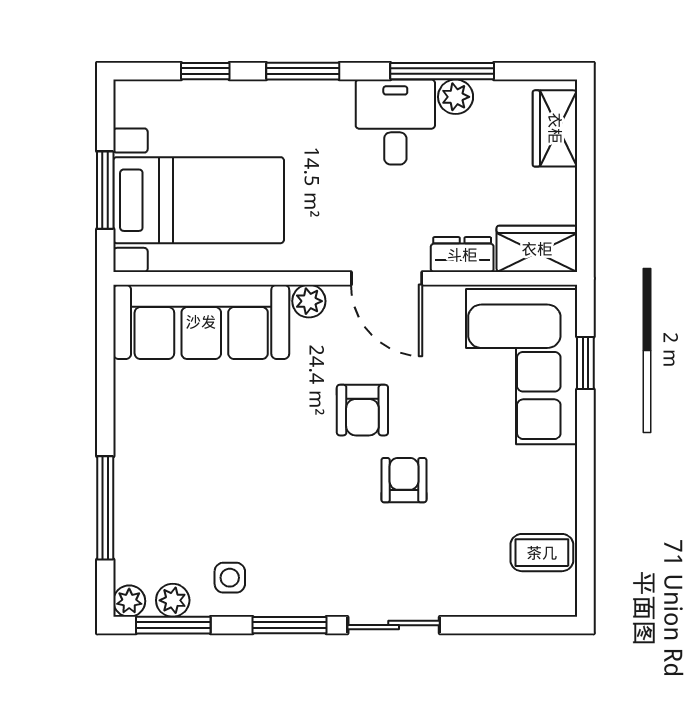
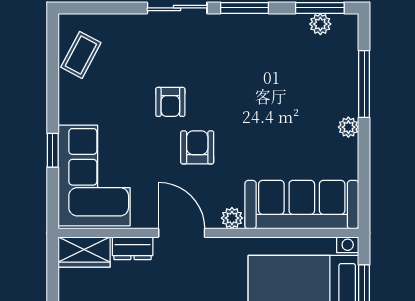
window: (585, 363) -> (53, 150), moved
coffee table: (542, 553) -> (81, 55), turned -62
side table: (230, 578) -> (283, 39), removed
plant: (129, 601) -> (348, 127), moved

